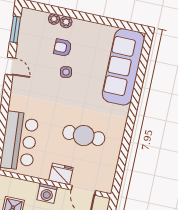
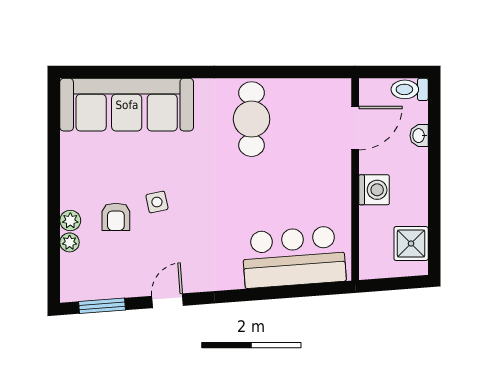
cafe table: (84, 136) -> (252, 119), moved
fridge: (61, 174) -> (335, 173), removed

